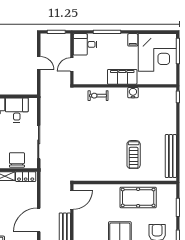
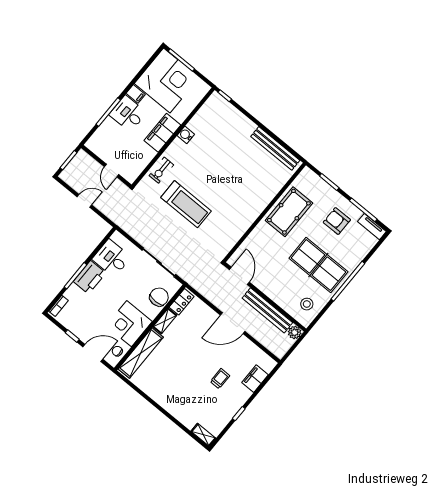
desk: (85, 44) -> (128, 114), moved, turned 90
treadmill: (134, 155) -> (186, 204), moved, width x1.37, depth x1.38
chair: (17, 160) -> (159, 297), turned 90
door: (39, 220) -> (233, 323), hinge flipped

